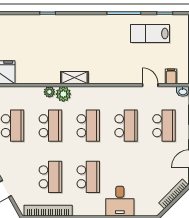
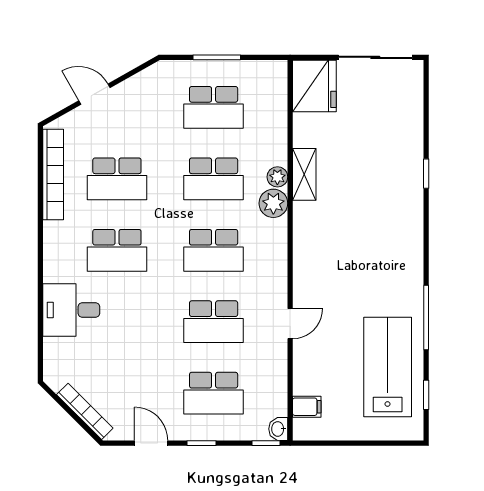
lab bench: (150, 34) -> (388, 367), width x1.36, depth x1.39
shelving: (74, 78) -> (304, 174), moved
door: (150, 85) -> (290, 324), moved

